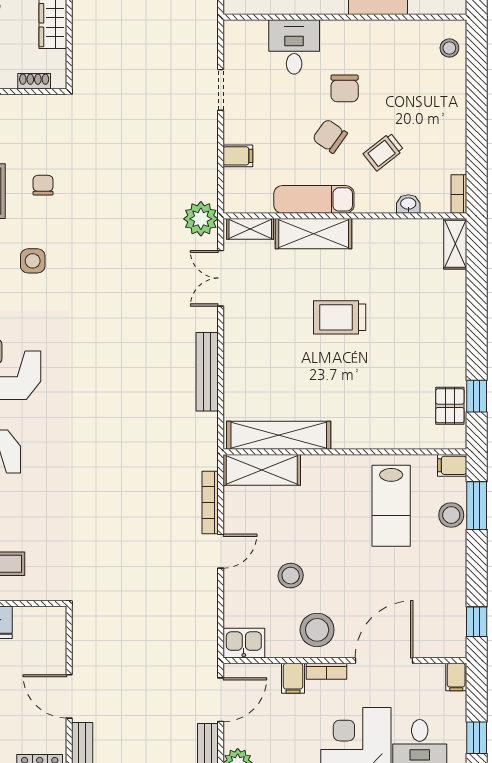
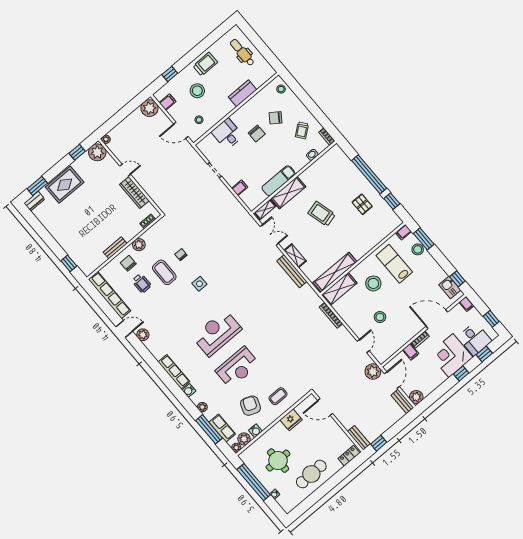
chair: (330, 136) -> (275, 118), moved
trolley: (383, 152) -> (302, 130), moved
plant: (201, 219) -> (373, 372), moved
shelving: (455, 244) -> (295, 256), moved
double door: (221, 278) -> (269, 235), swing flipped
trolley: (340, 317) -> (322, 214), turned 75
window: (477, 318) -> (369, 174), added
pallet: (450, 406) -> (362, 204), moved
lab bench: (391, 506) -> (394, 264), turned 180
door: (221, 551) -> (363, 346), moved
stool: (317, 630) -> (373, 283), moved
kitchen sink: (244, 643) -> (450, 287), moved, turned -90
door: (384, 661) -> (437, 319), hinge flipped
door: (69, 696) -> (325, 407), moved

